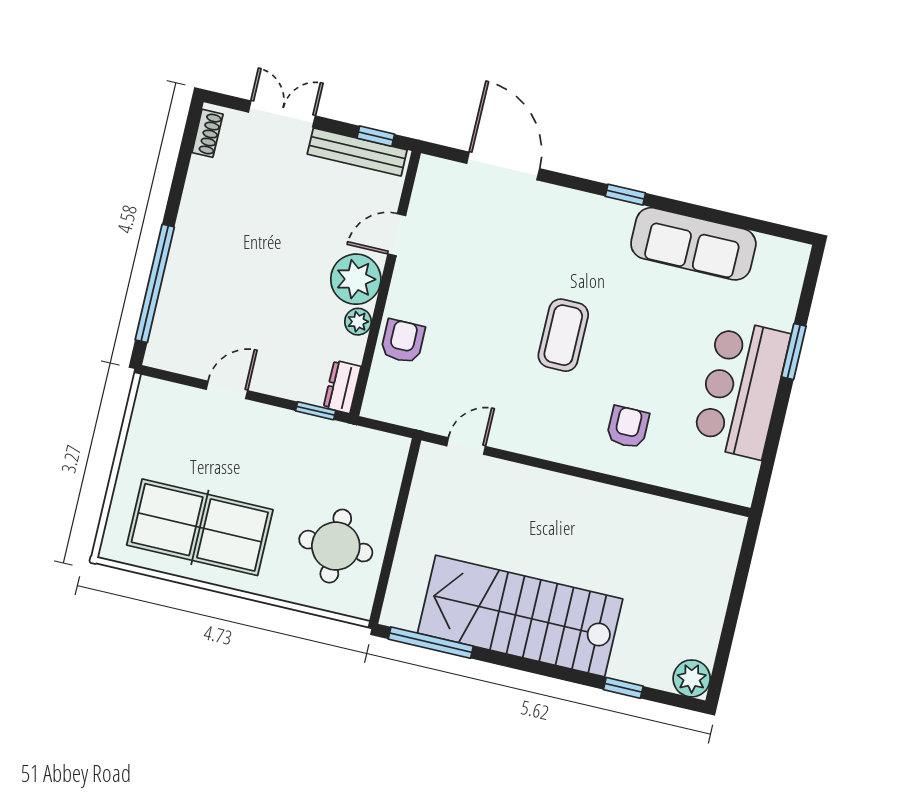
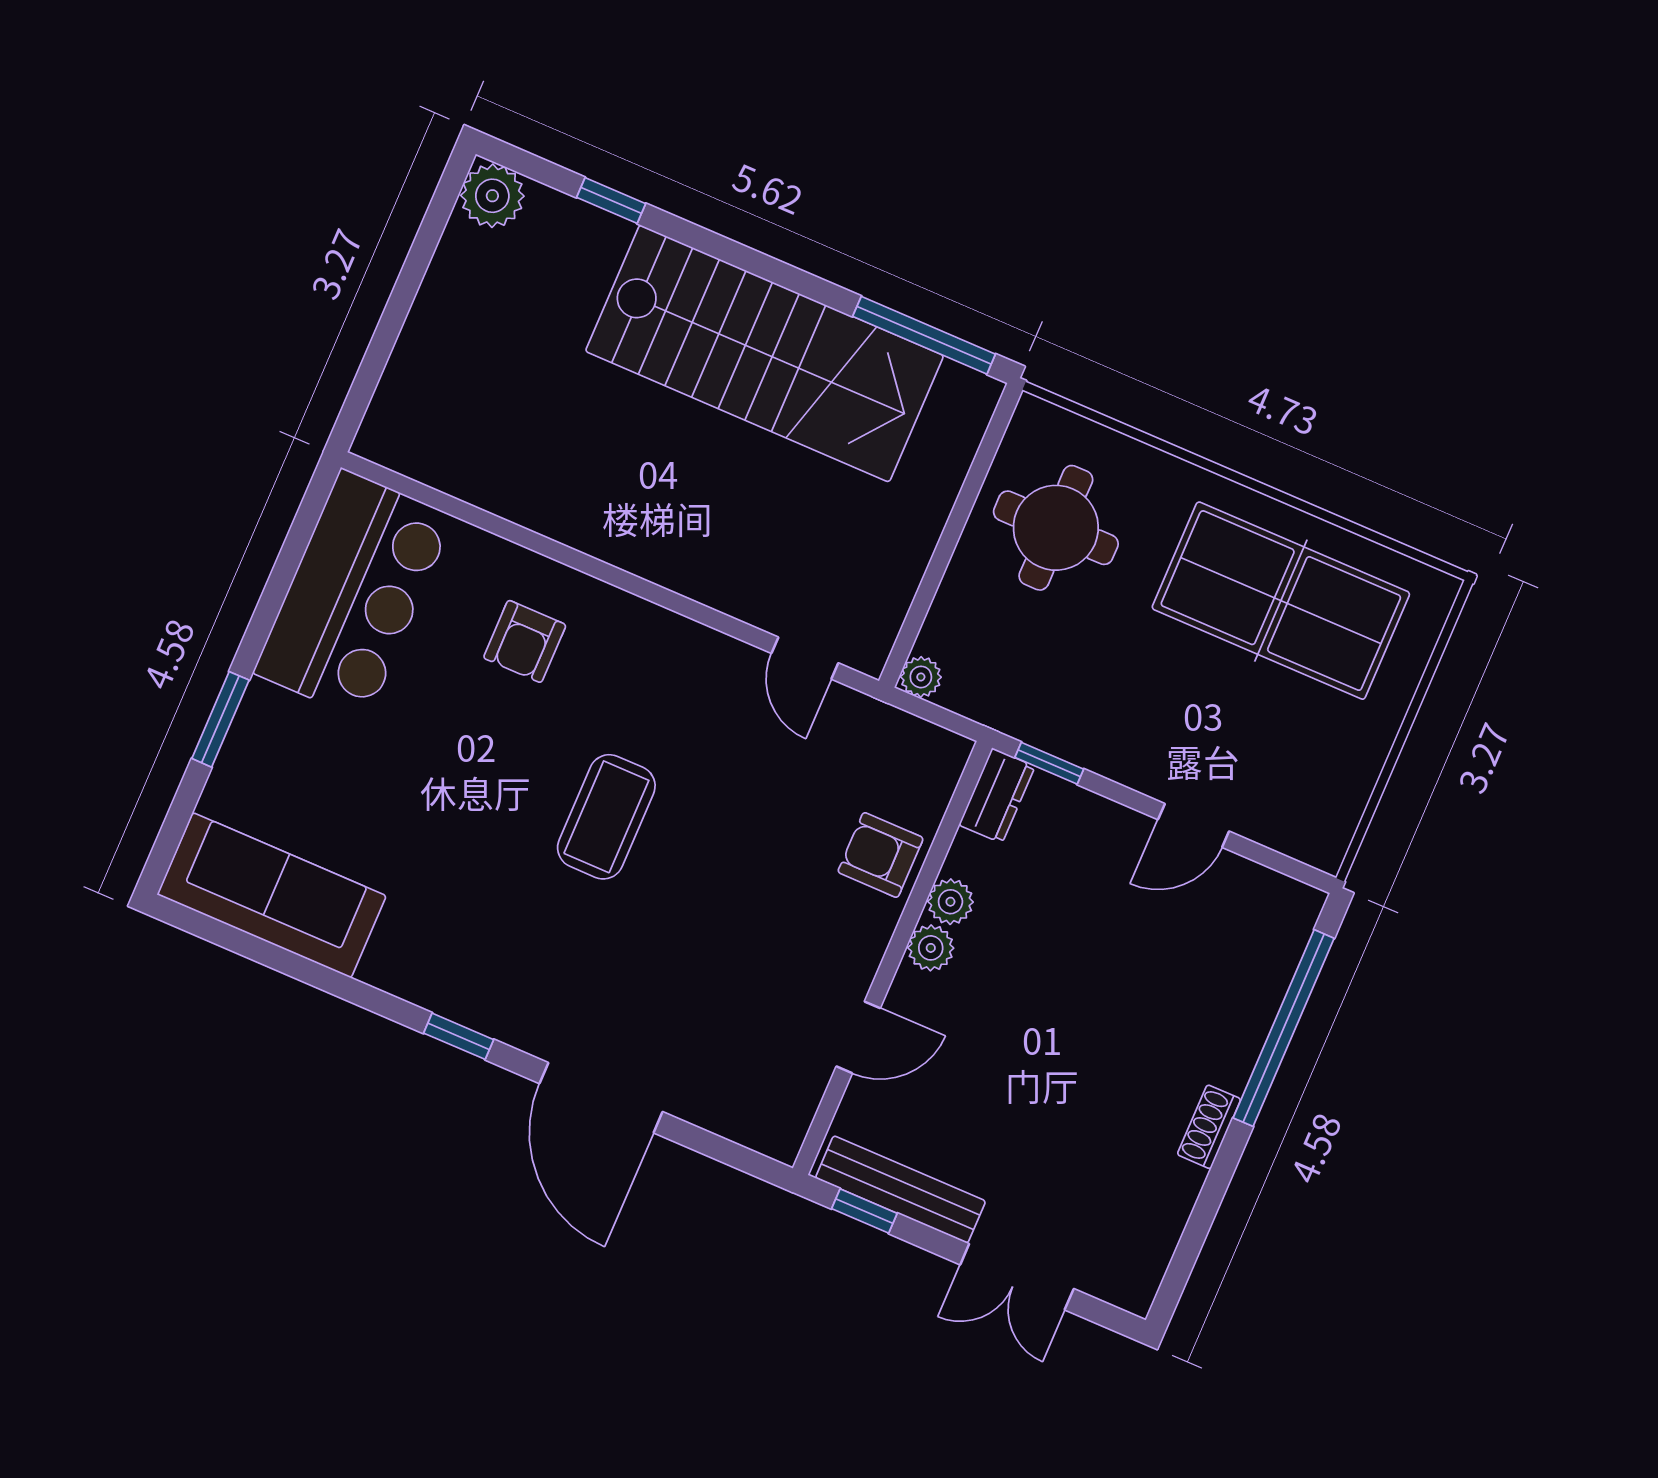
shoe rack: (207, 133) -> (1209, 1127), moved
door: (503, 166) -> (601, 1098), moved
sofa: (693, 244) -> (272, 895), moved
plant: (356, 279) -> (931, 948), width x0.53, depth x0.53
armchair: (403, 341) -> (881, 855), turned 90
bar counter: (741, 389) -> (354, 595), moved
door: (466, 446) -> (805, 658), hinge flipped
plant: (398, 447) -> (921, 677), added

